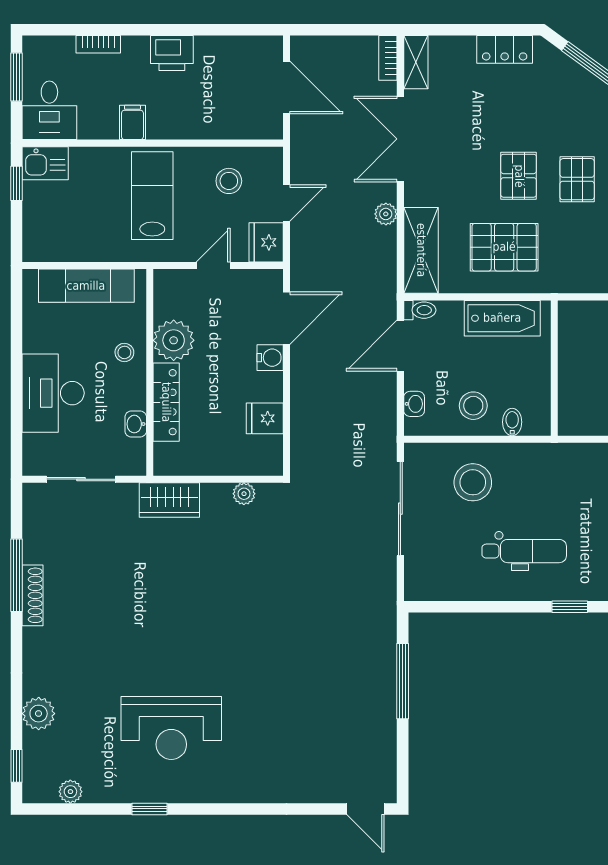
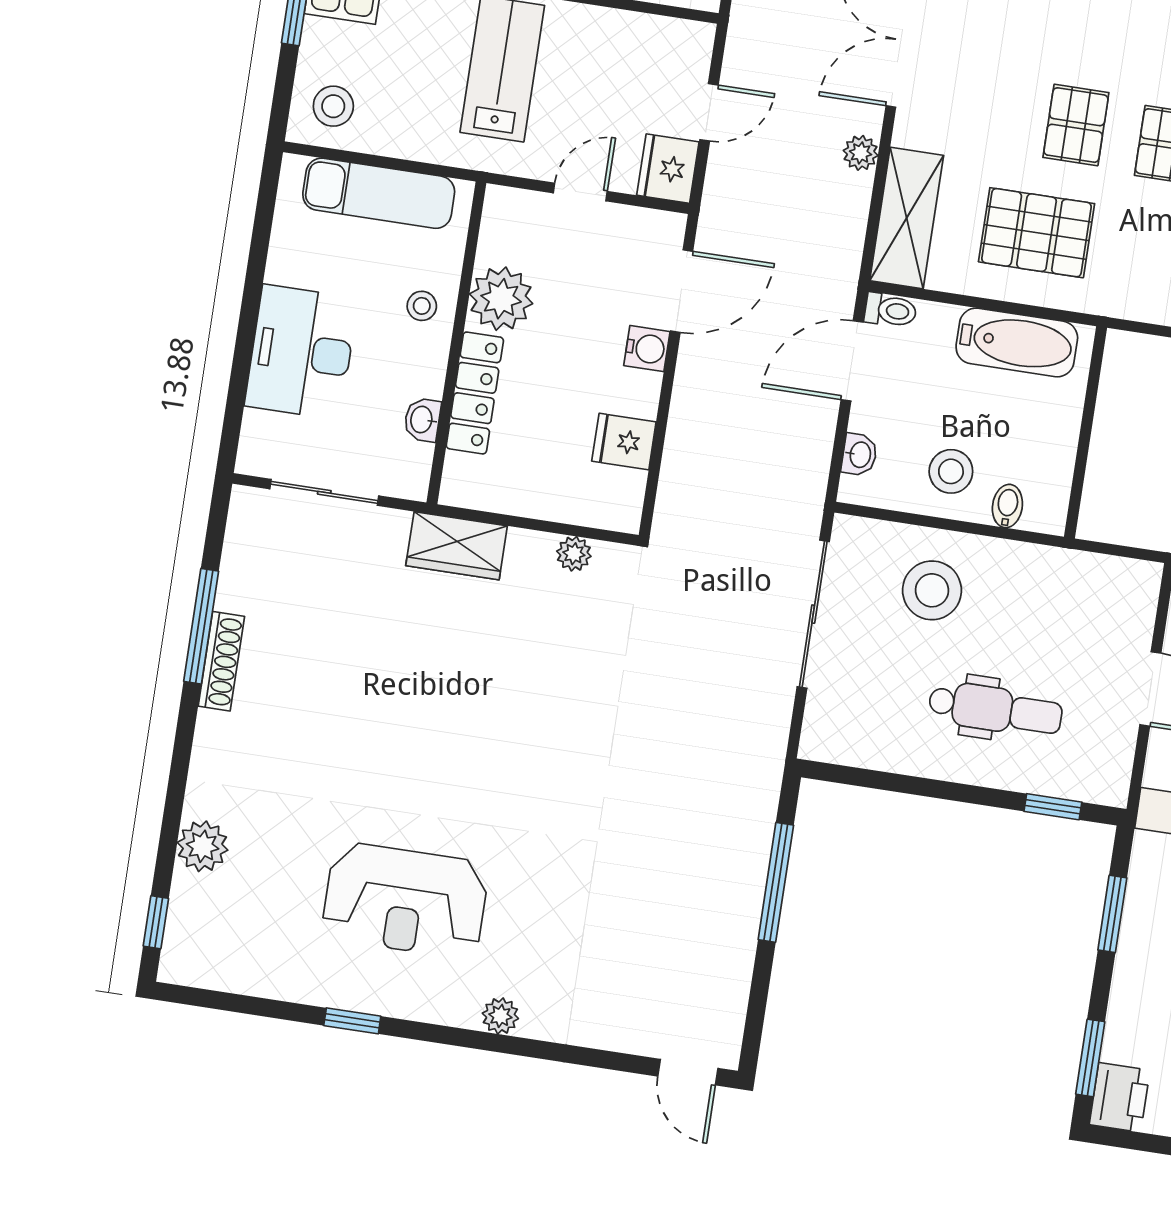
stool: (229, 181) -> (333, 106), moved
plant: (70, 792) -> (500, 1016), moved

